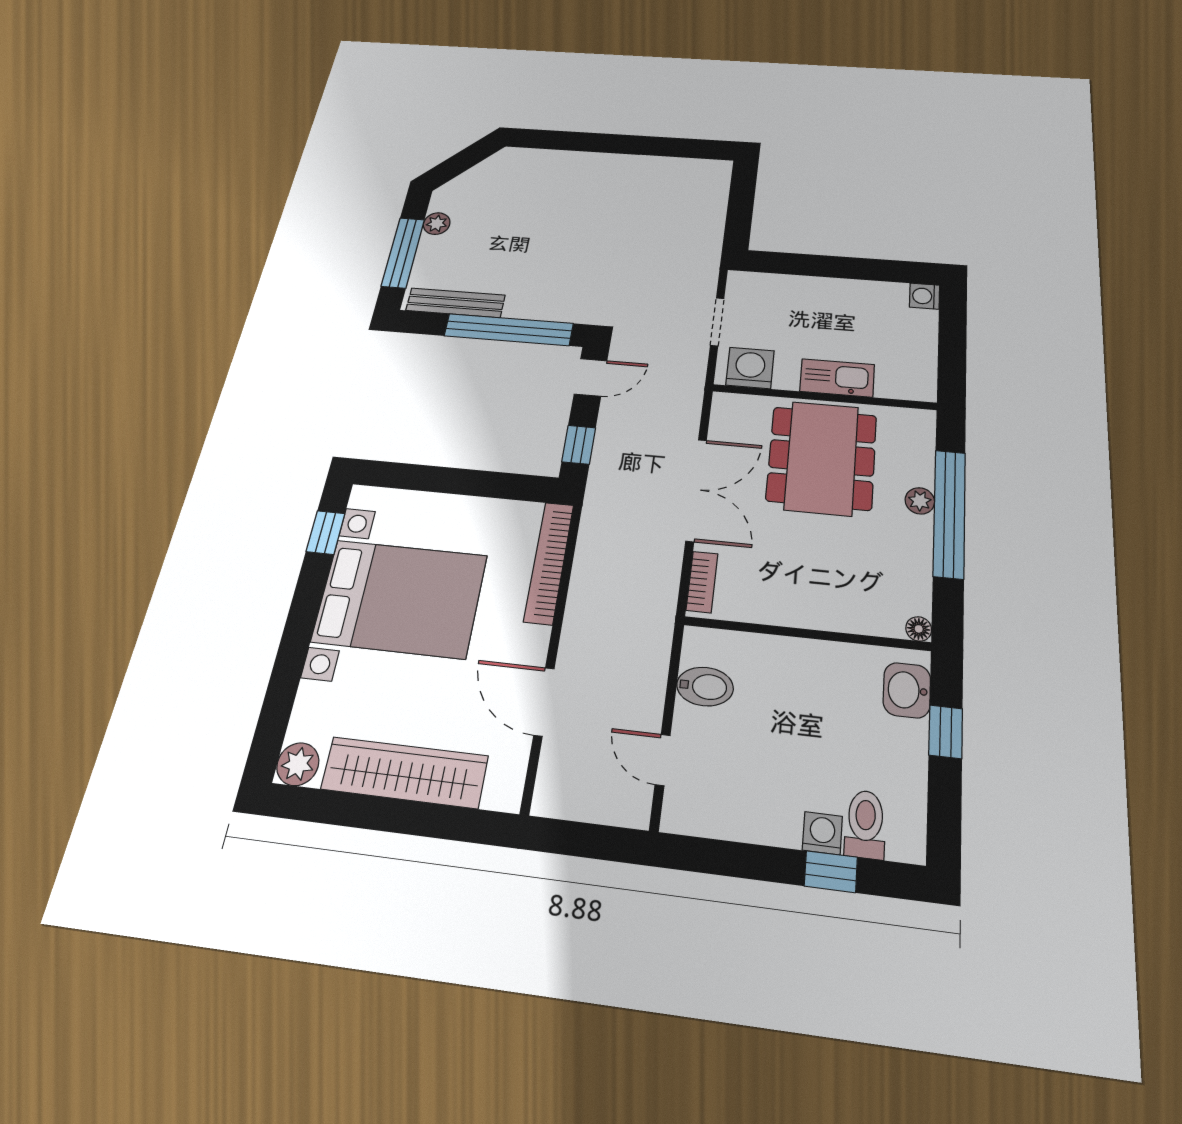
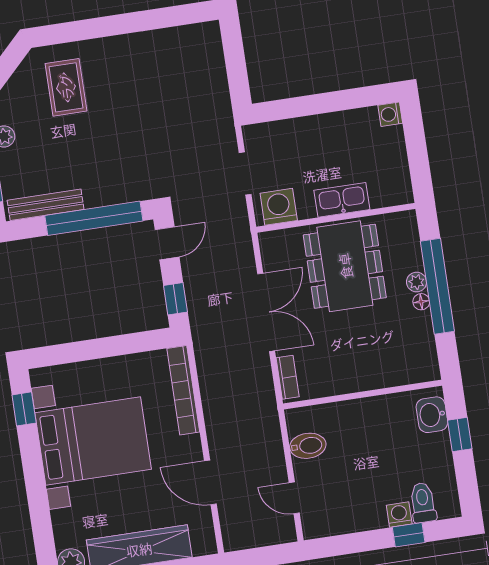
rug: (529, 191) -> (66, 87), added
floor lamp: (919, 629) -> (421, 302), moved

